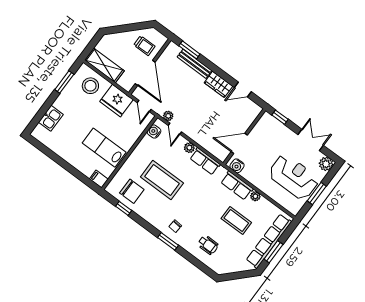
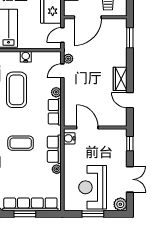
bench: (194, 64) -> (122, 49), removed
water cooler: (154, 132) -> (26, 57), moved
reception desk: (294, 177) -> (93, 187), turned 180
coffee table: (236, 220) -> (21, 143), moved, turned 90

